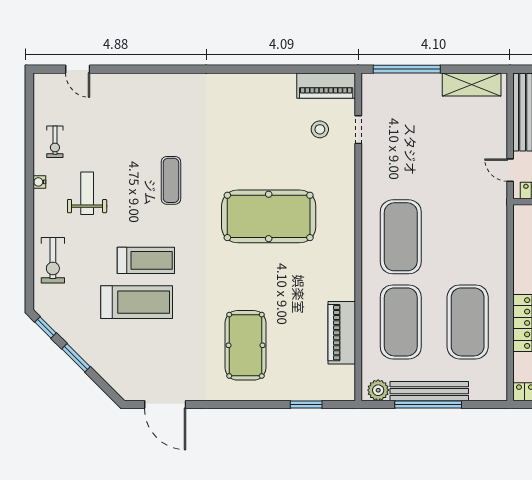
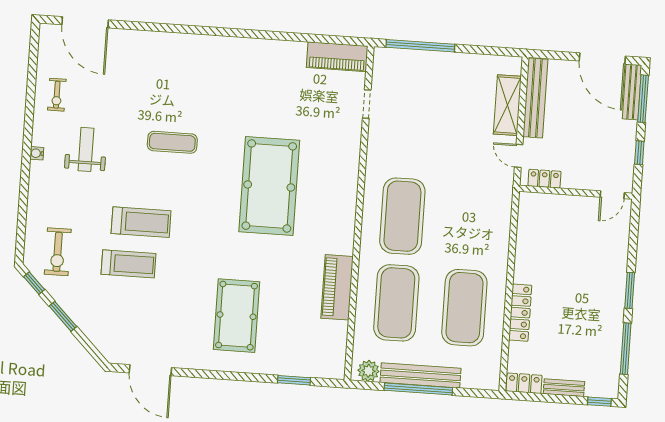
door: (78, 69) -> (85, 22), width x1.87
shelving: (472, 84) -> (507, 105), moved, turned 90
stool: (320, 129) -> (328, 101), removed
exercise mat: (171, 180) -> (172, 142), turned 90
water cooler: (39, 182) -> (37, 153), moved
pool table: (269, 216) -> (269, 186), turned 90
exercise bike: (53, 260) -> (58, 252), moved
treadmill: (137, 302) -> (129, 264), width x0.73, depth x0.73
piano: (342, 333) -> (337, 287), moved

